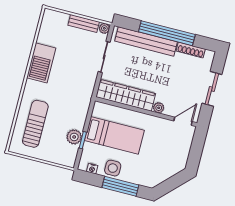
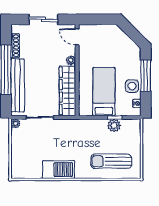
bench: (84, 23) -> (16, 142), removed

